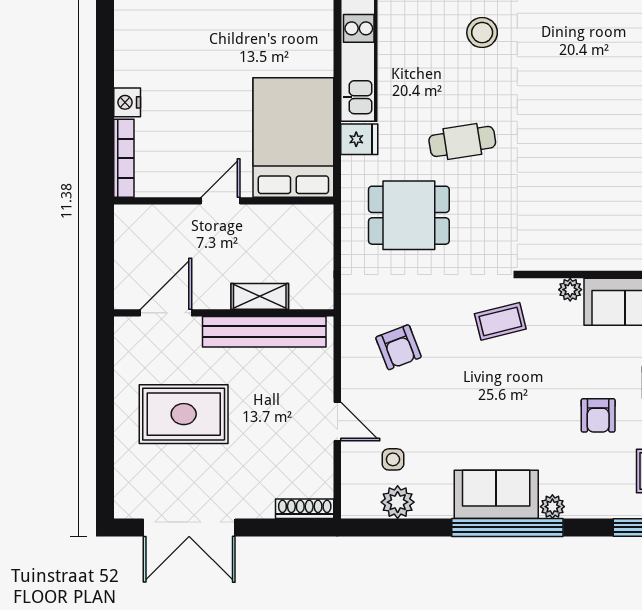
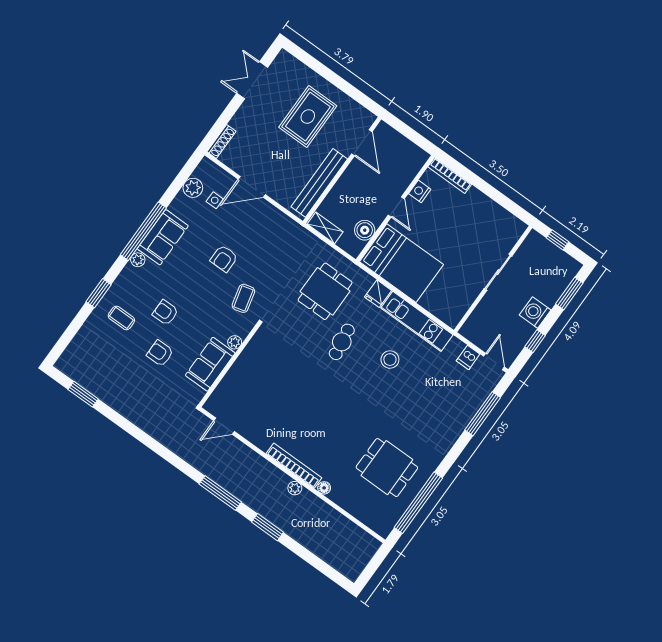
stool: (482, 33) -> (390, 360), moved
nightstand: (127, 102) -> (420, 191), moved, turned -90
boiler: (284, 221) -> (365, 230), added
shelving: (260, 296) -> (325, 228), moved, turned 90
armchair: (398, 347) -> (224, 258), moved, turned -69
door: (337, 421) -> (252, 187), width x1.38
double door: (189, 527) -> (252, 80), width x0.73

